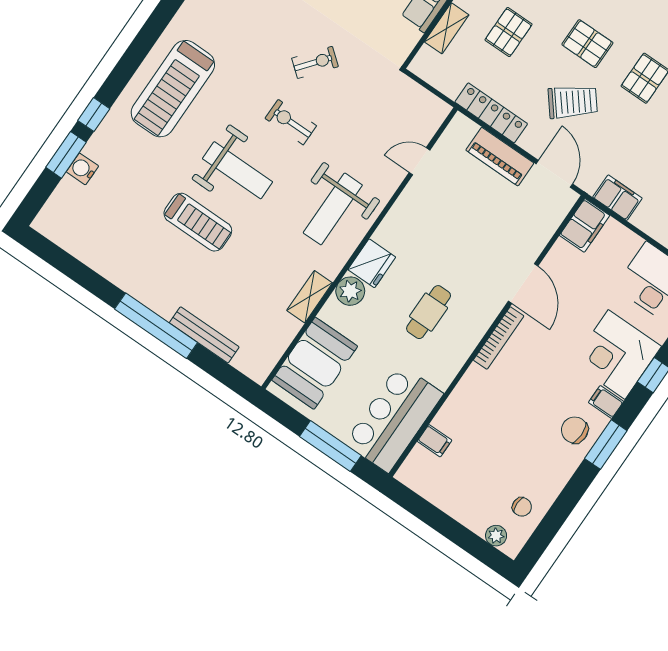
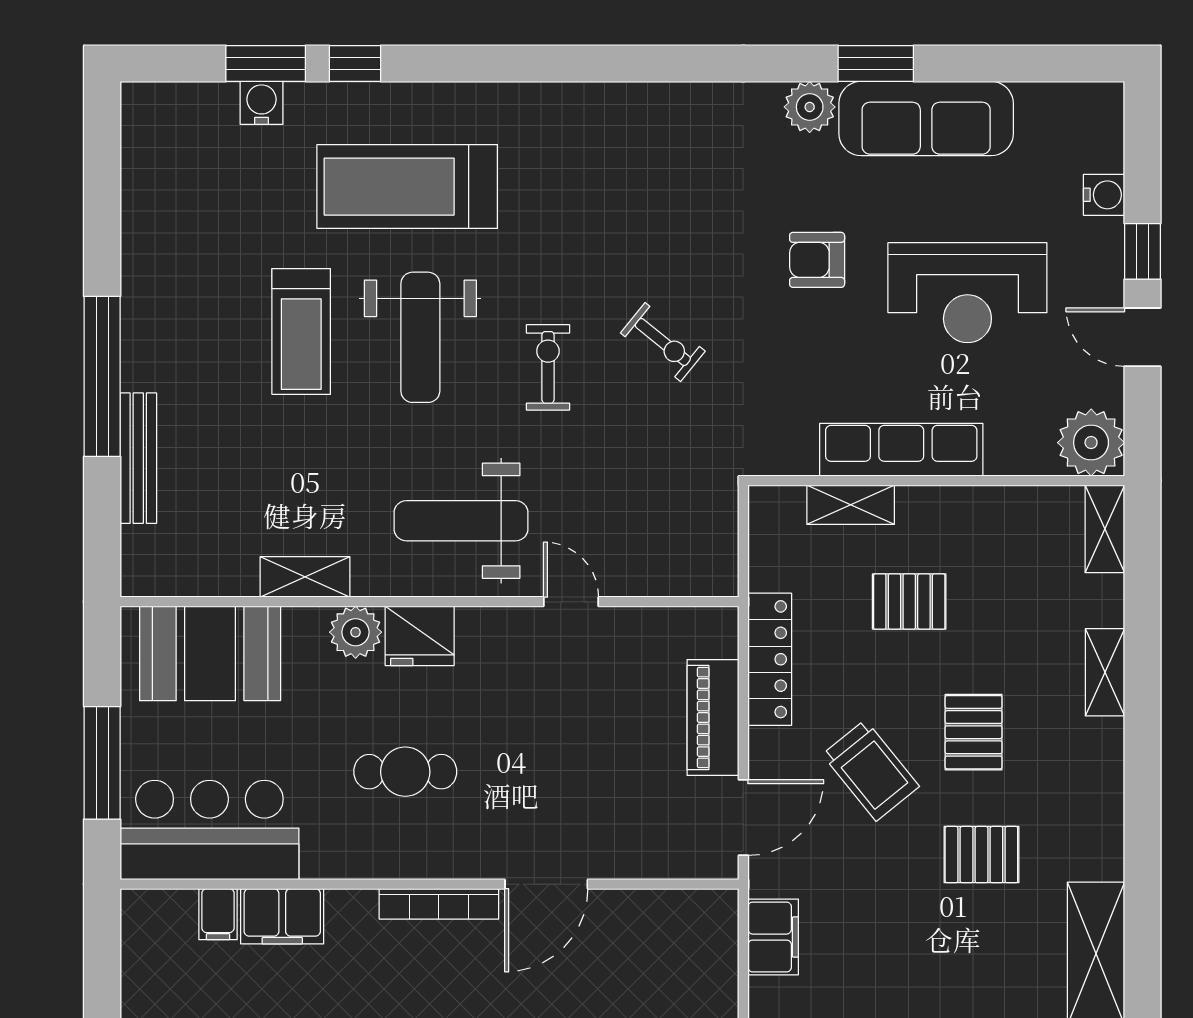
treadmill: (173, 89) -> (407, 187), moved
door: (419, 161) -> (571, 602), moved
filing cabinet: (585, 225) -> (282, 916), moved

